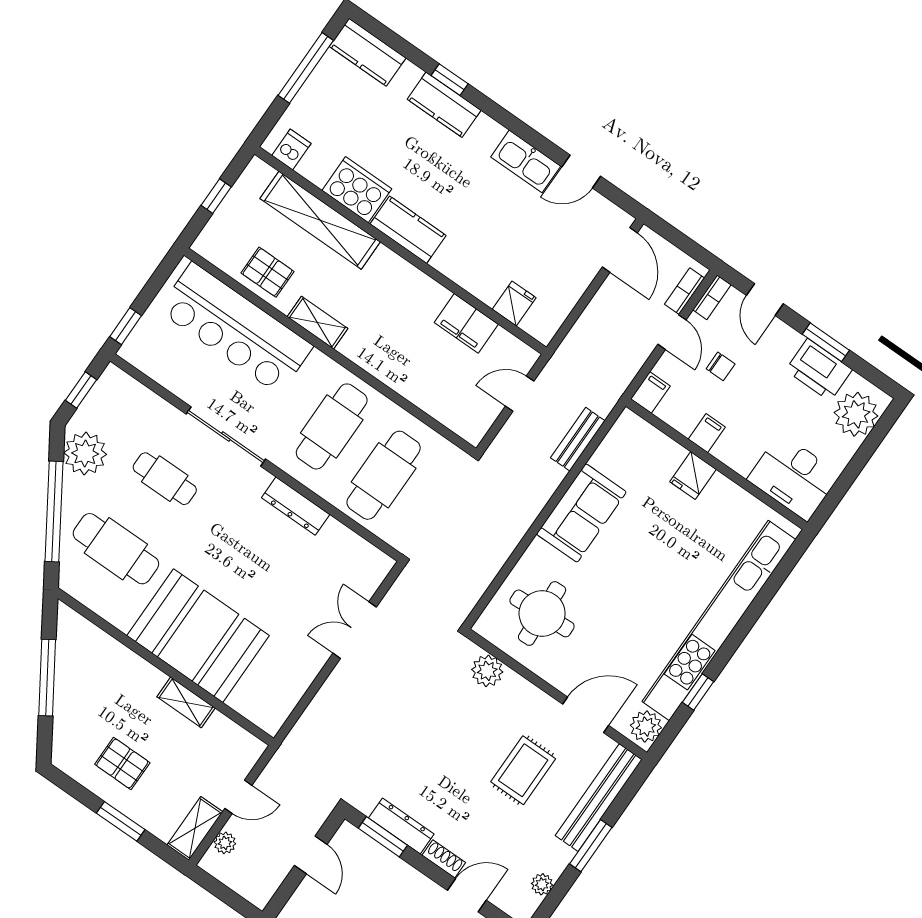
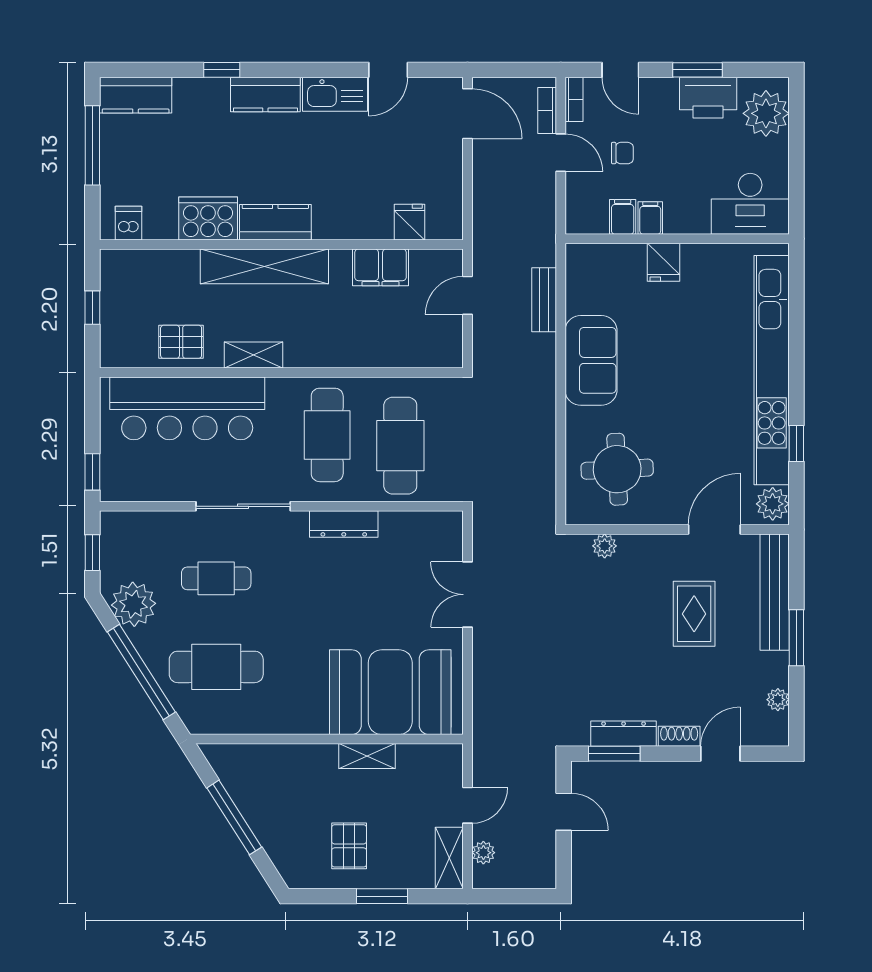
kitchen counter: (444, 105) -> (265, 95), moved
shelving: (320, 220) -> (264, 266), moved
filing cabinet: (650, 392) -> (623, 217), moved
booth: (198, 636) -> (390, 692), moved
plant: (487, 671) -> (605, 546), width x0.73, depth x0.73
pallet: (122, 764) -> (349, 846), turned 90

